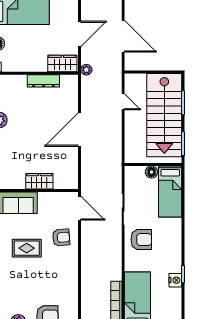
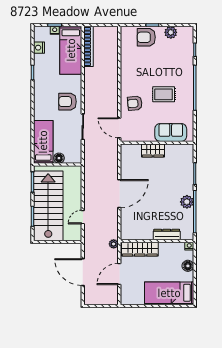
wardrobe: (62, 63) -> (140, 249), width x1.50
dresser: (43, 81) -> (167, 235), moved
door: (123, 102) -> (83, 217), hinge flipped
nightstand: (175, 280) -> (39, 48), moved

